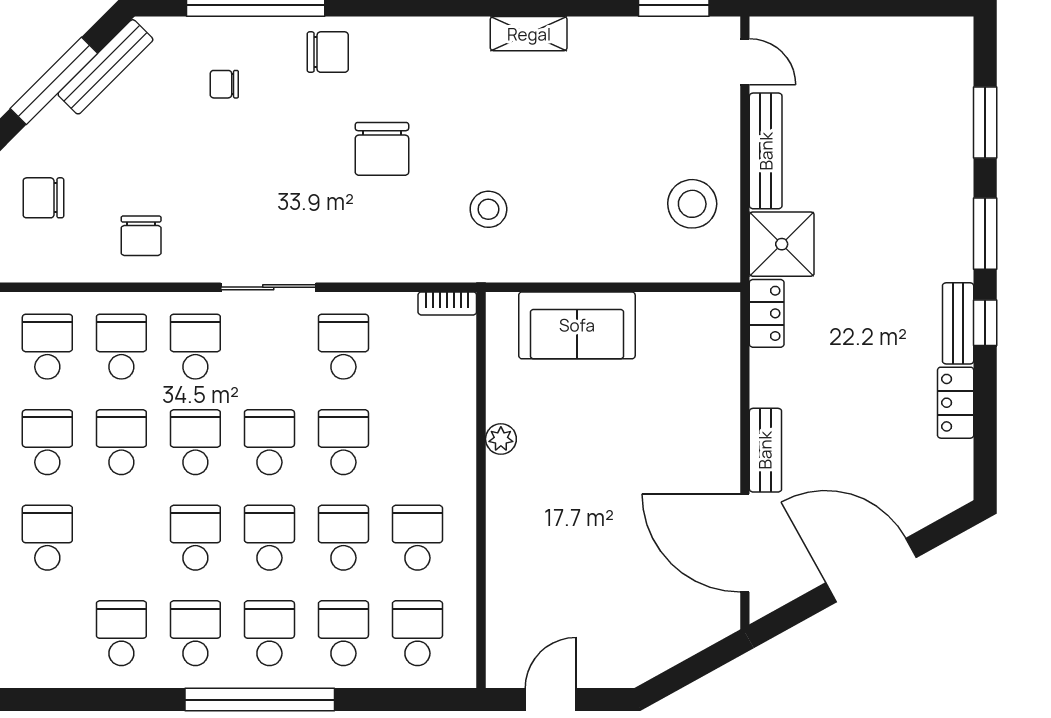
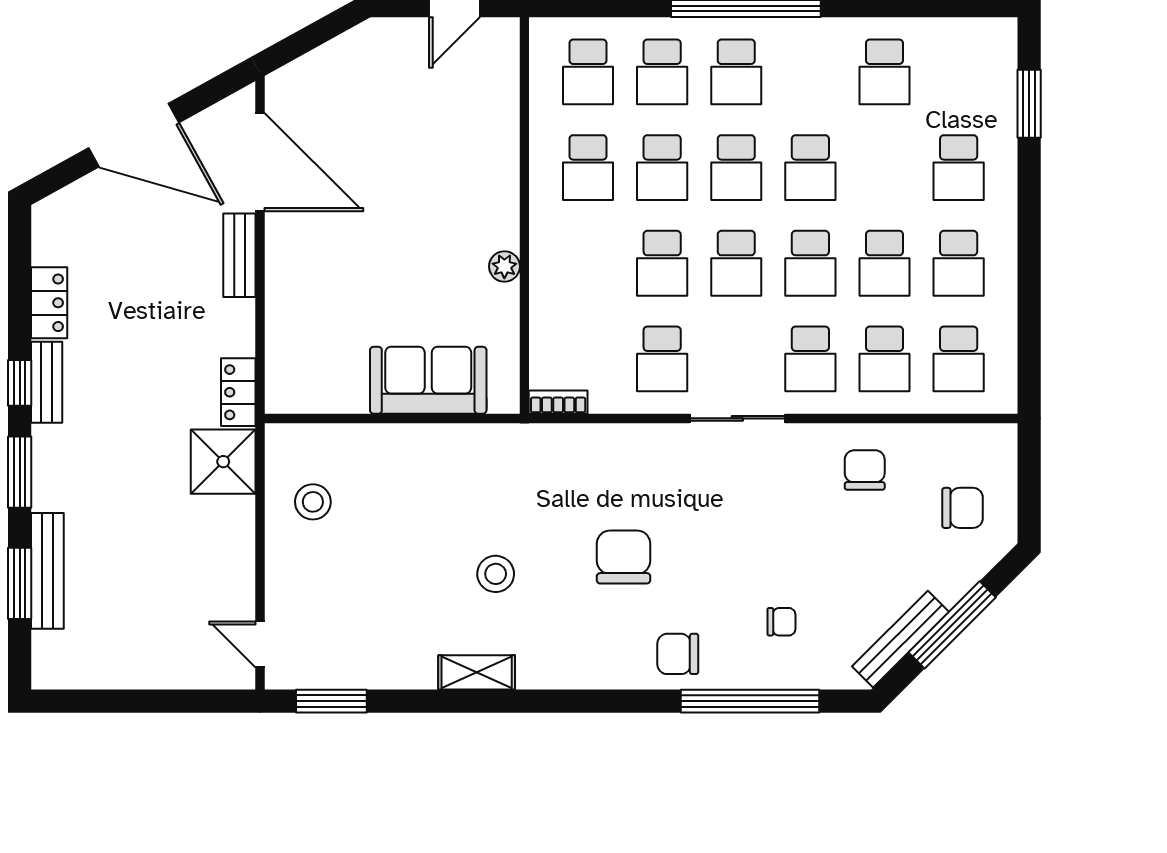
bench: (766, 151) -> (47, 571), moved
stool: (692, 204) -> (313, 502), width x0.73, depth x0.73
stool: (488, 209) -> (496, 574), moved
school desk: (195, 633) -> (810, 72), removed

